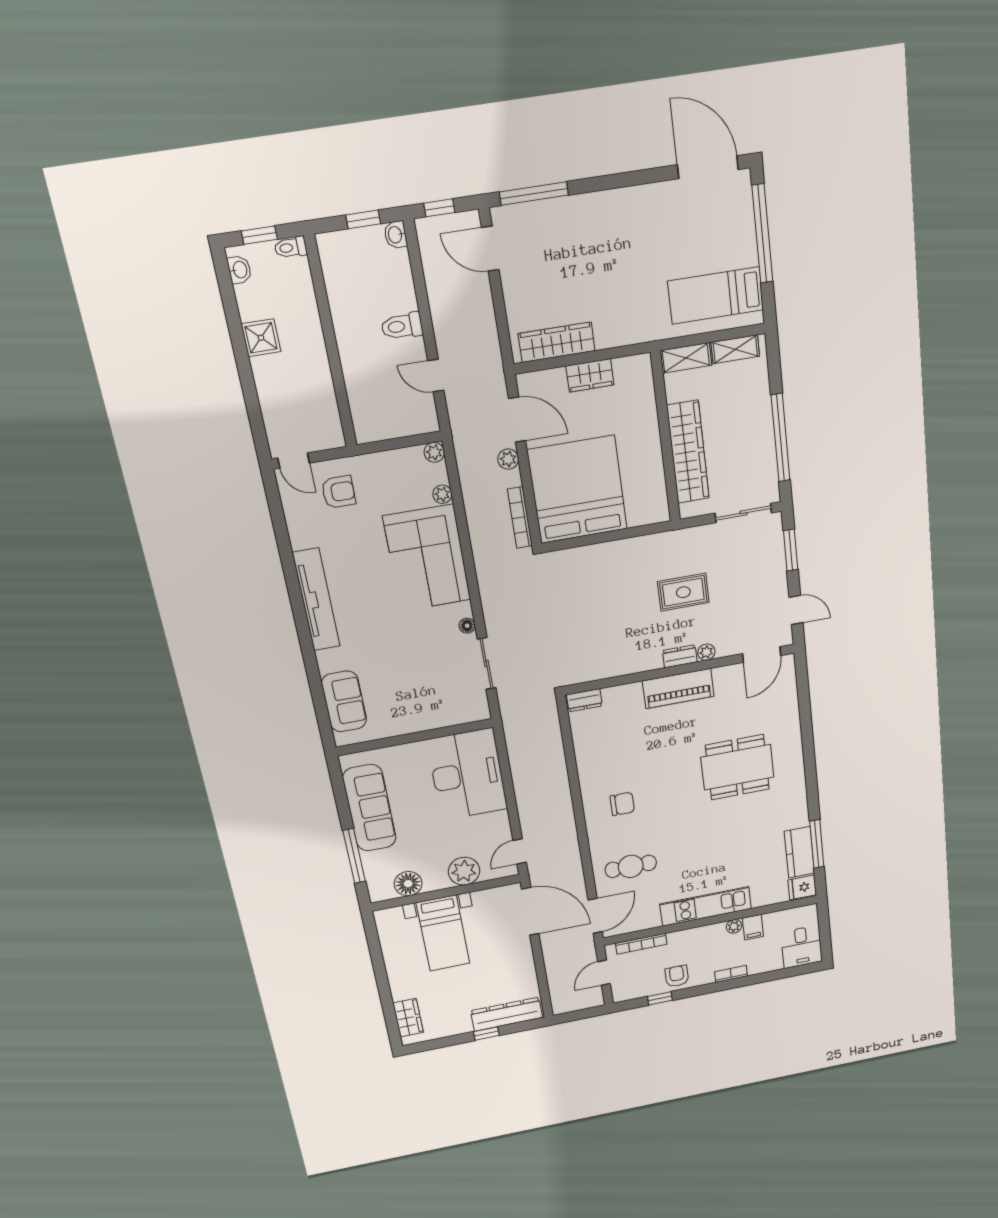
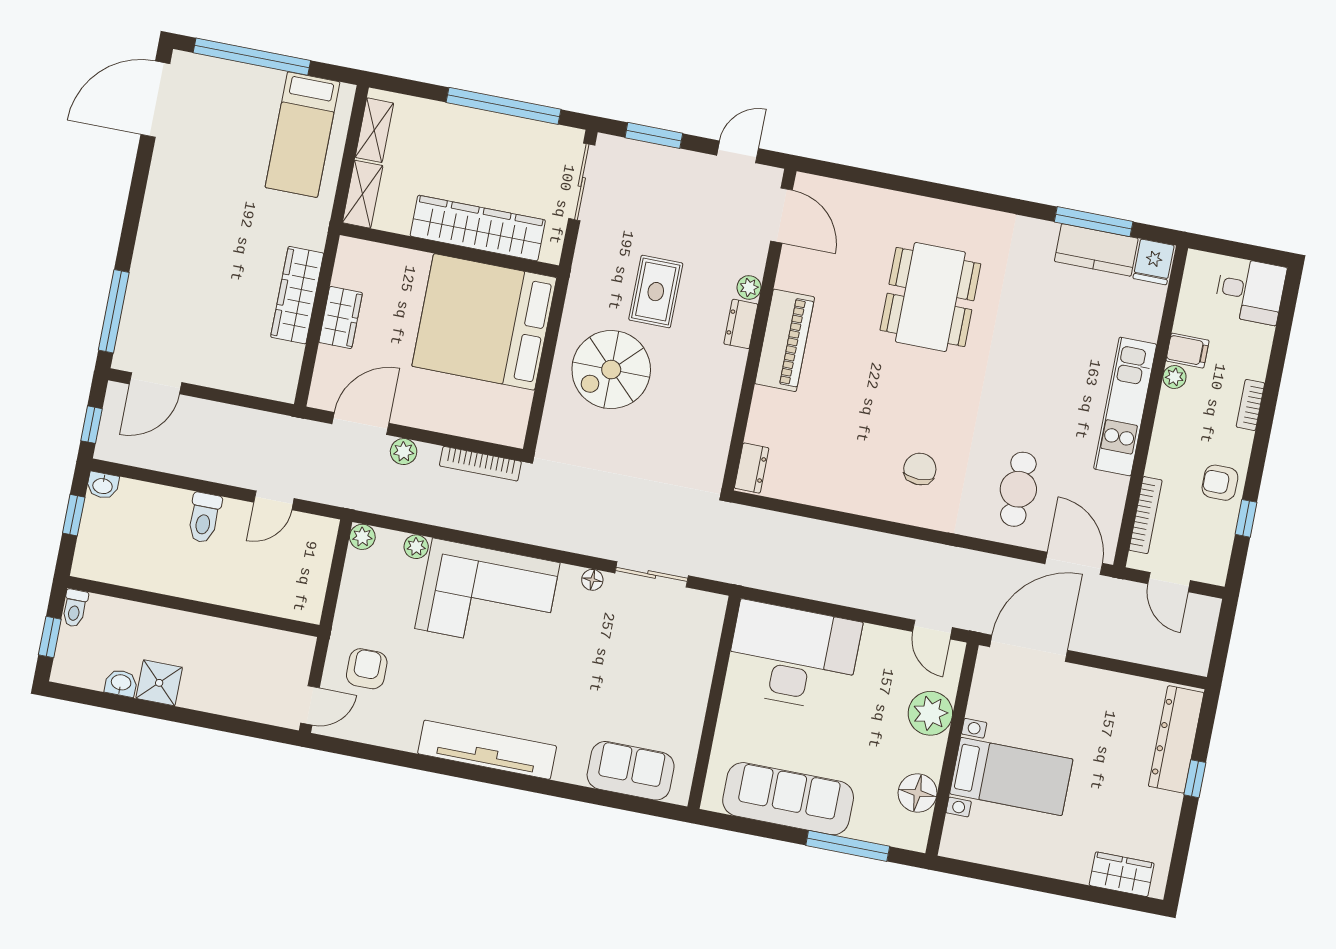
washbasin: (239, 270) -> (121, 683), moved
wardrobe: (557, 342) -> (297, 295), moved
bed: (577, 490) -> (484, 322), moved
spiral stairs: (619, 583) -> (611, 370), added

